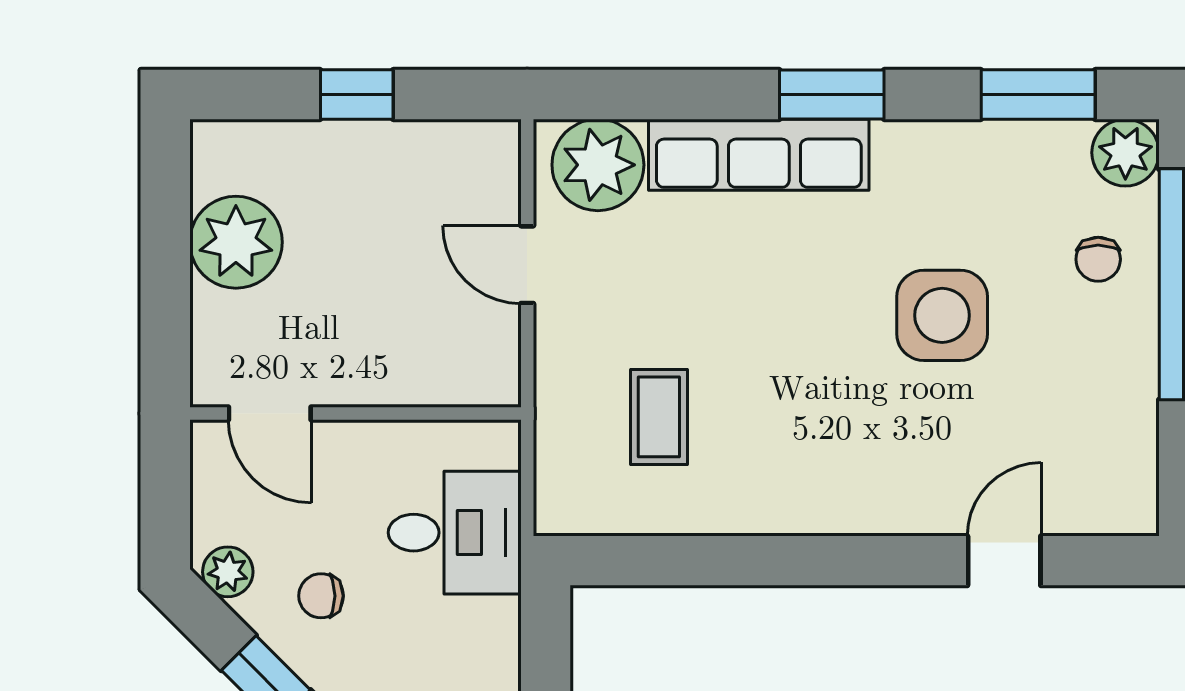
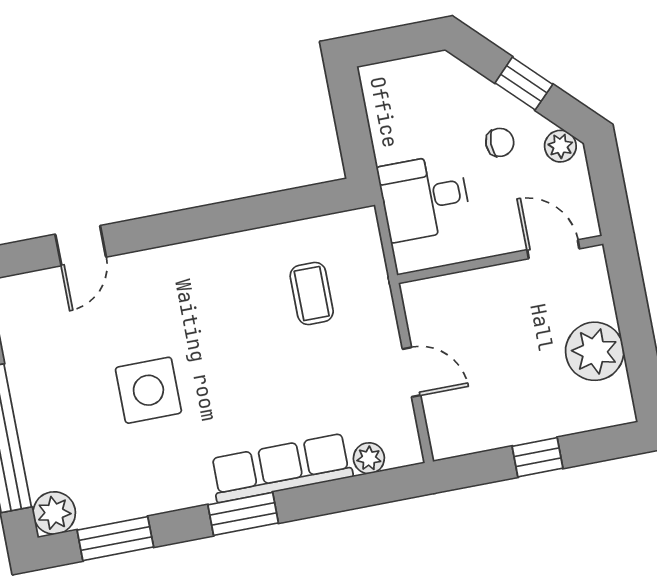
plant: (598, 165) -> (369, 458), width x0.53, depth x0.53
chair: (1098, 259) -> (58, 444), removed

